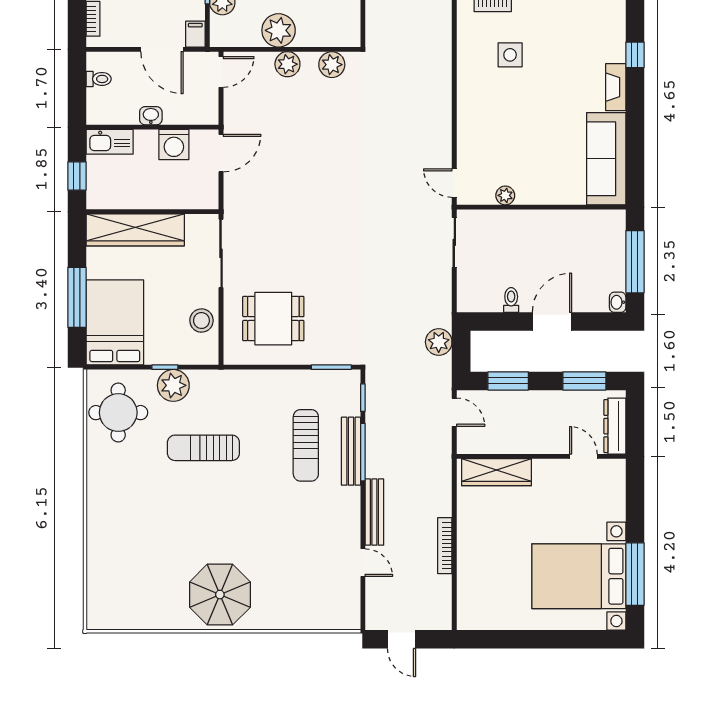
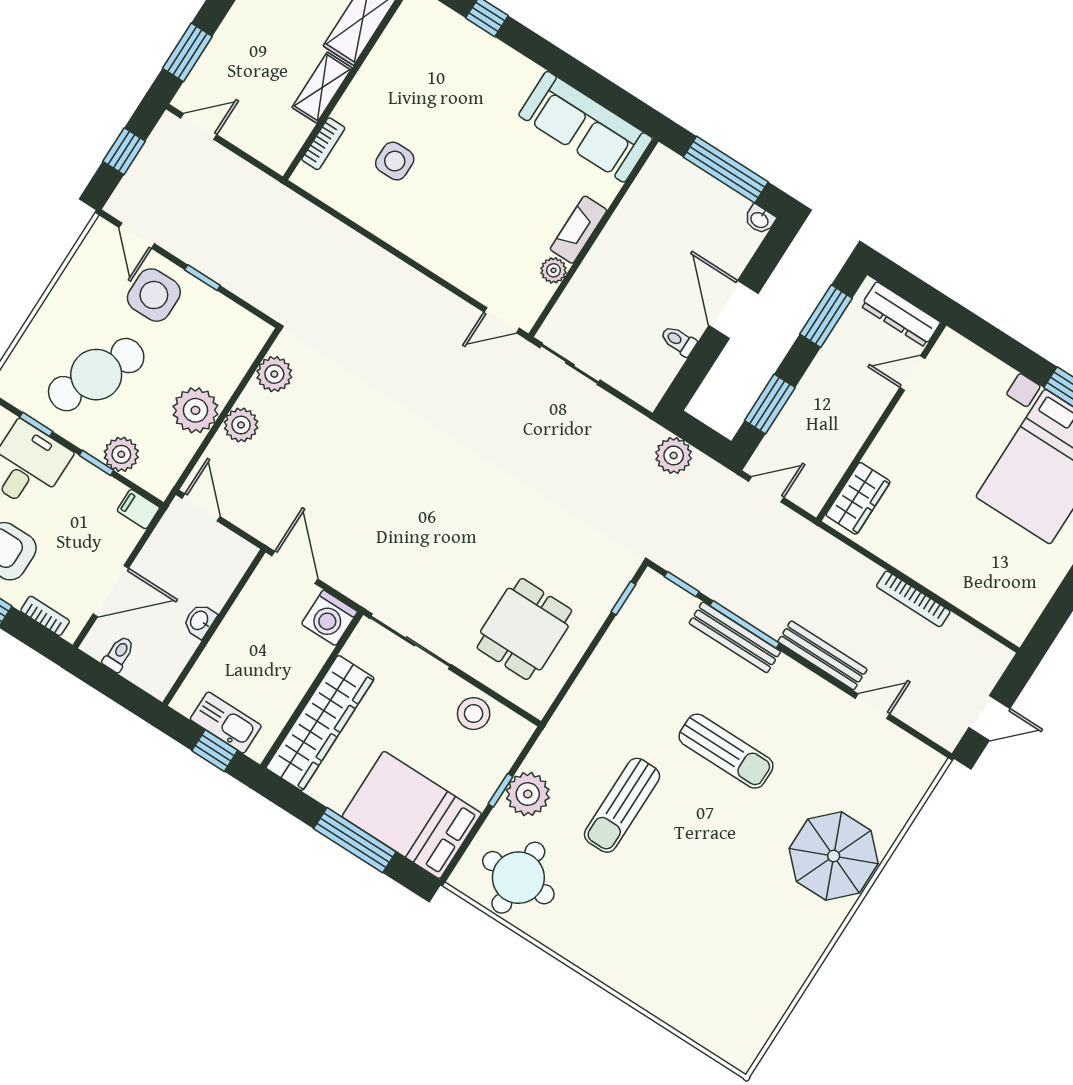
door: (162, 49) -> (111, 591), moved
fireplace: (616, 87) -> (578, 230), moved, turned 90
kitchen sink: (110, 142) -> (226, 723), moved, turned -90
washing machine: (174, 144) -> (330, 618), moved, turned 90
window: (331, 367) -> (623, 598), width x0.67
sun lounger: (306, 445) -> (726, 751), moved
wardrobe: (496, 472) -> (858, 498), width x0.67
parasol: (220, 595) -> (834, 856), moved

